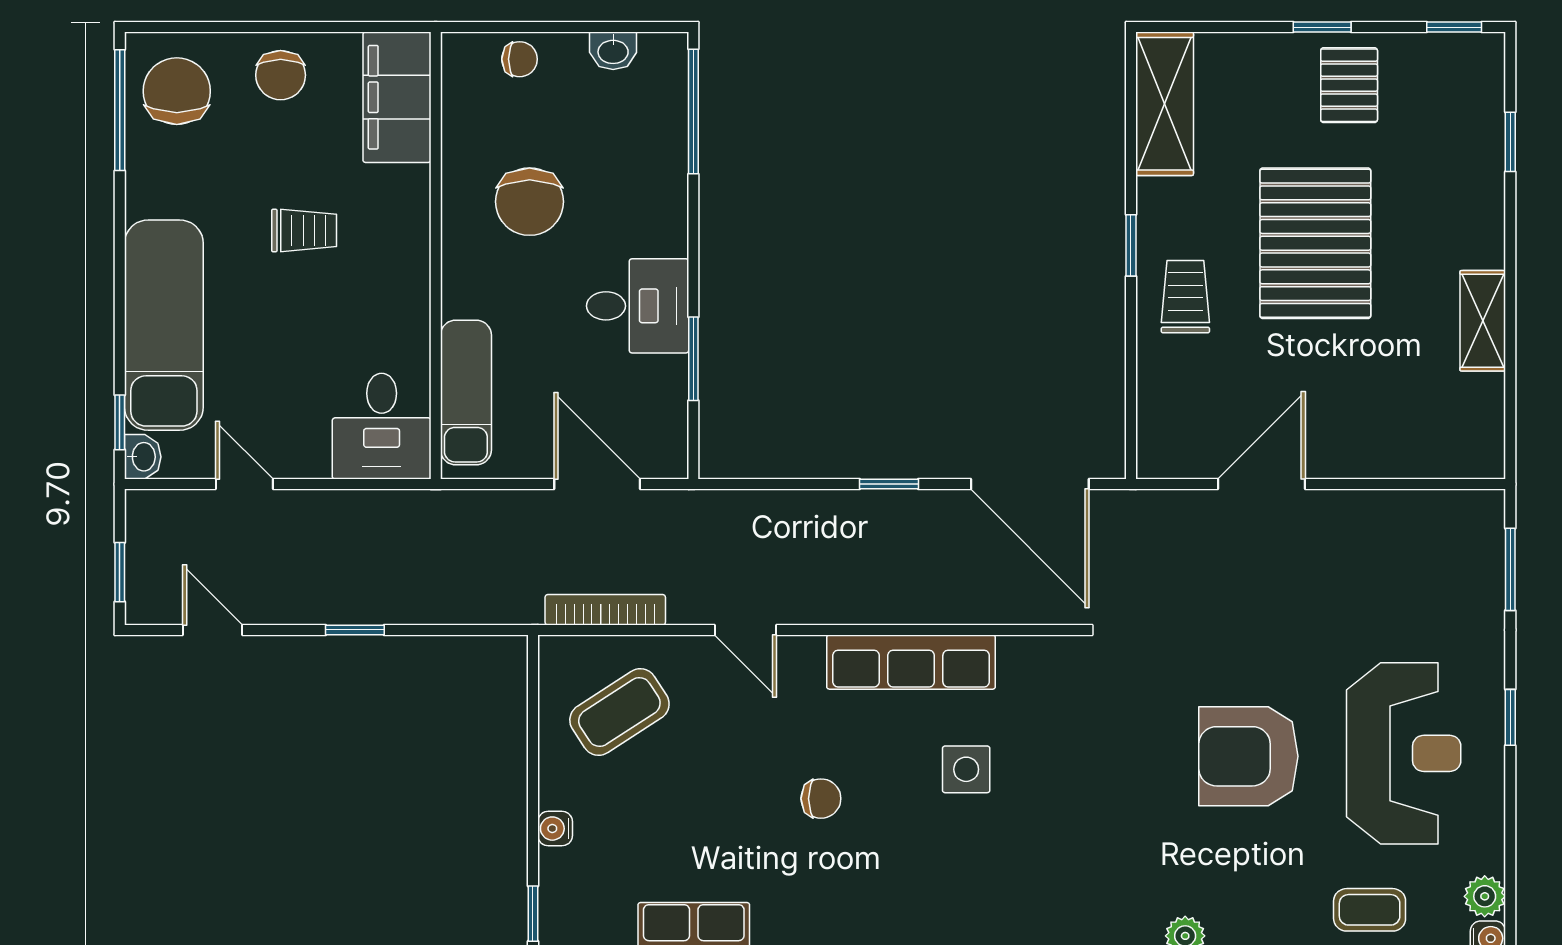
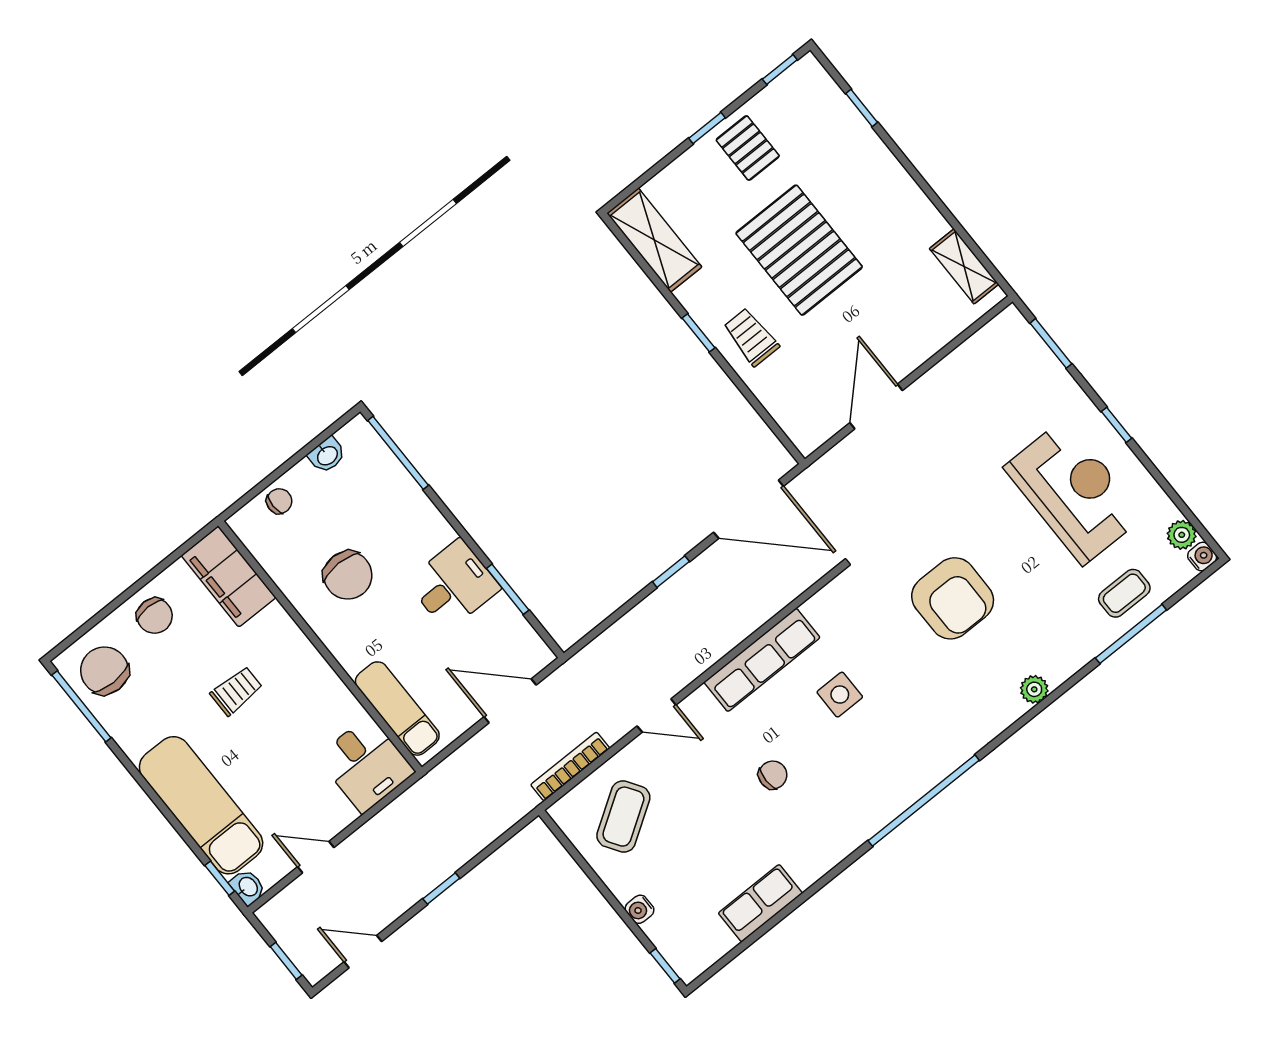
shelving: (1483, 321) -> (964, 266), moved
armchair: (1248, 756) -> (953, 598), moved, turned -90

